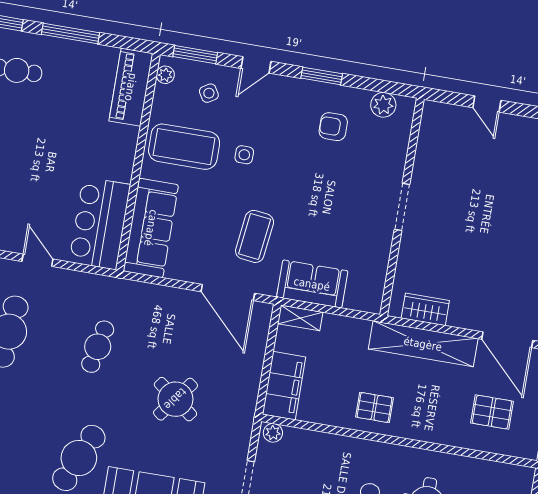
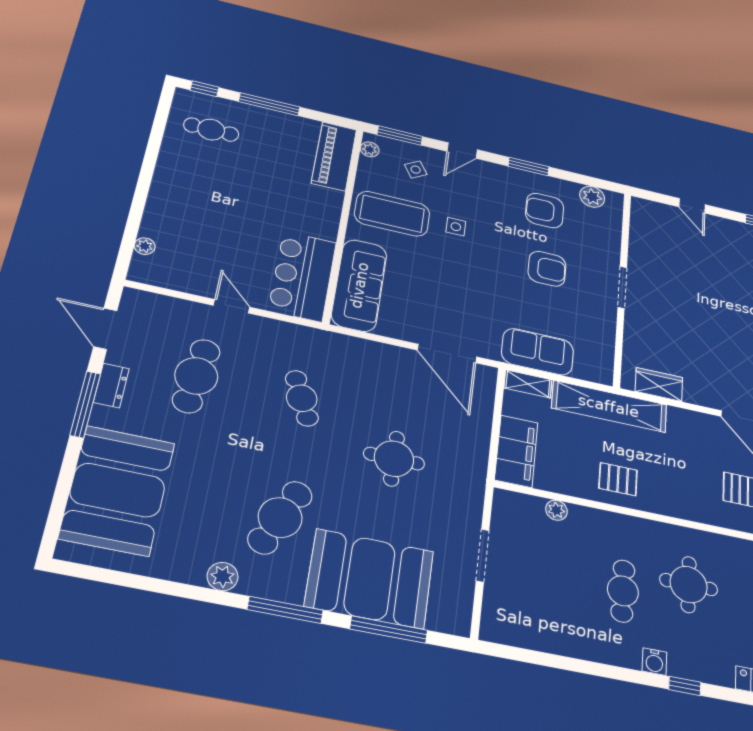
armchair: (333, 127) -> (545, 210), width x1.38, depth x1.38
armchair: (329, 193) -> (547, 269), added
coffee table: (255, 236) -> (472, 302), removed
shelving: (423, 344) -> (609, 406), moved
cafe table: (98, 347) -> (302, 398), turned -36
round table: (175, 399) -> (394, 459), turned -37
plant: (273, 433) -> (556, 510), moved

